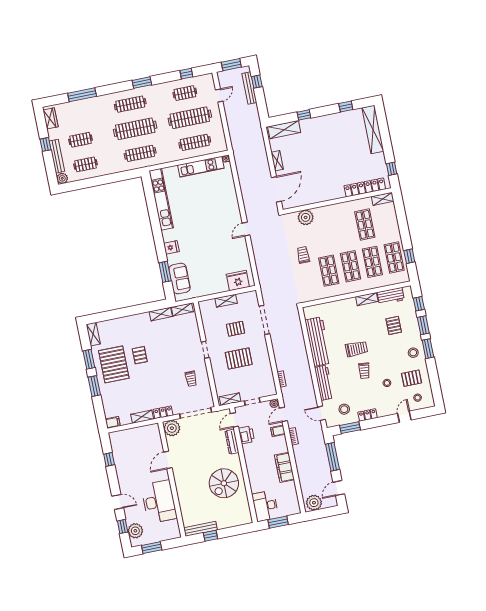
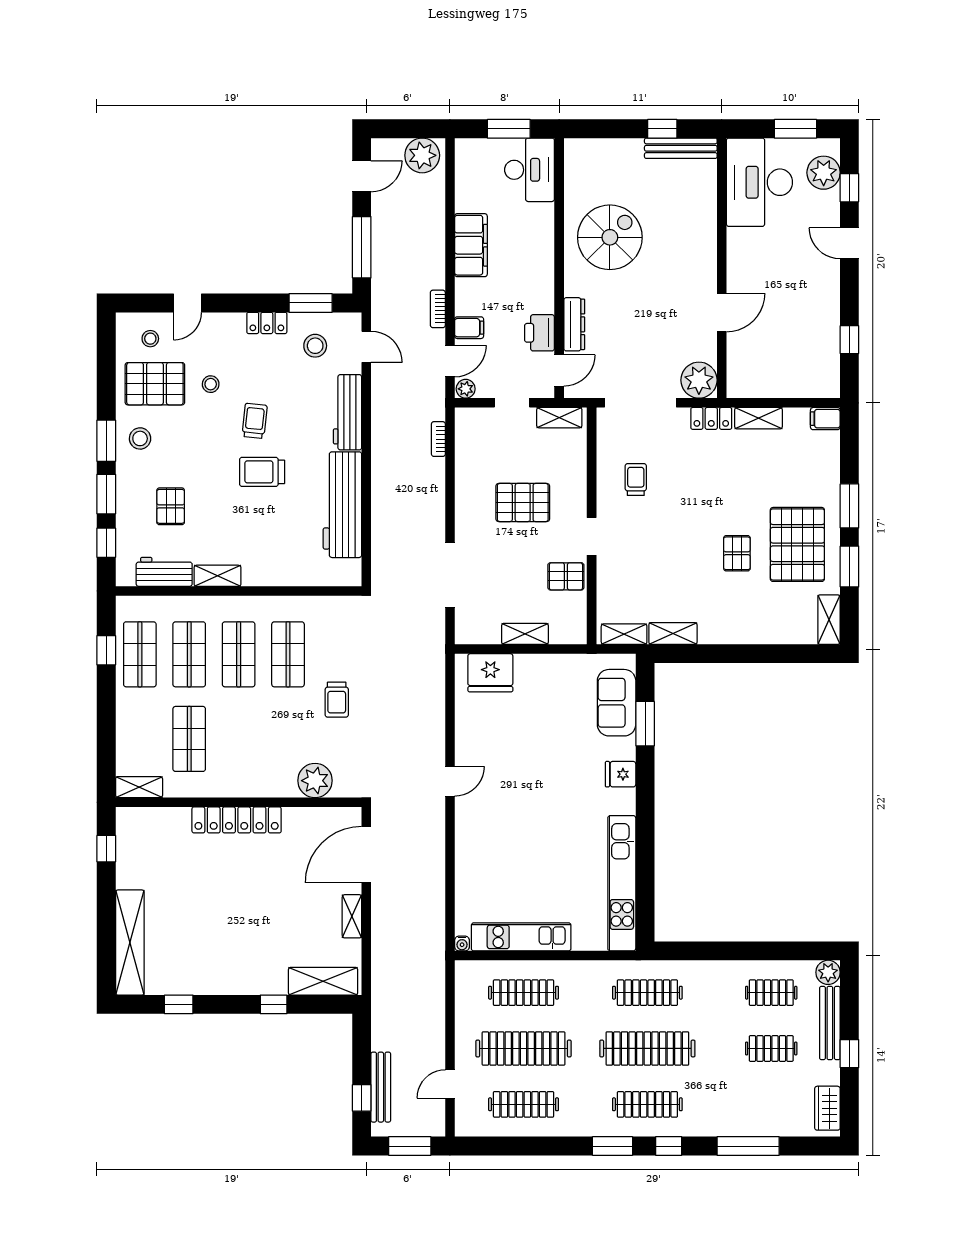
window: (186, 74) -> (669, 1146), moved
clothes rail: (185, 93) -> (524, 1104), width x1.36
locker: (365, 187) -> (237, 820), moved
pallet: (236, 329) -> (566, 576), moved
pallet: (412, 378) -> (155, 384), width x1.50, depth x1.42
desk: (159, 502) -> (759, 182), moved

